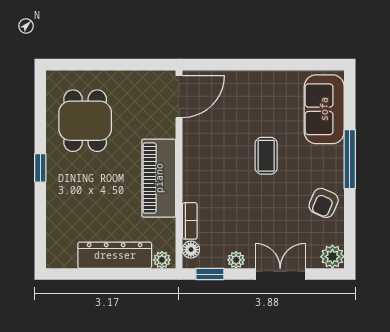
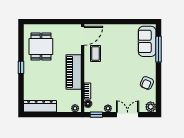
coffee table: (266, 156) -> (95, 53), moved
window: (350, 159) -> (158, 49), moved
dresser: (115, 255) -> (40, 106), moved

